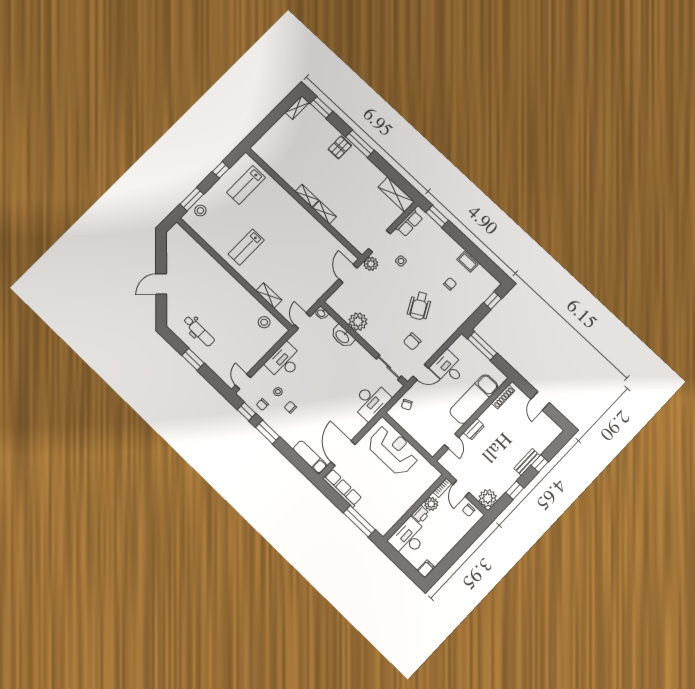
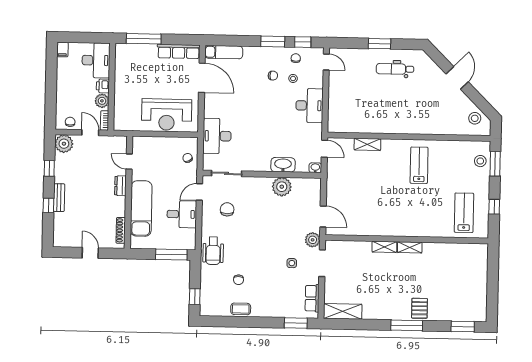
shelving: (297, 107) -> (481, 309), removed
wheelchair: (419, 306) -> (213, 251), moved, turned -151
stool: (264, 322) -> (475, 118), moved

